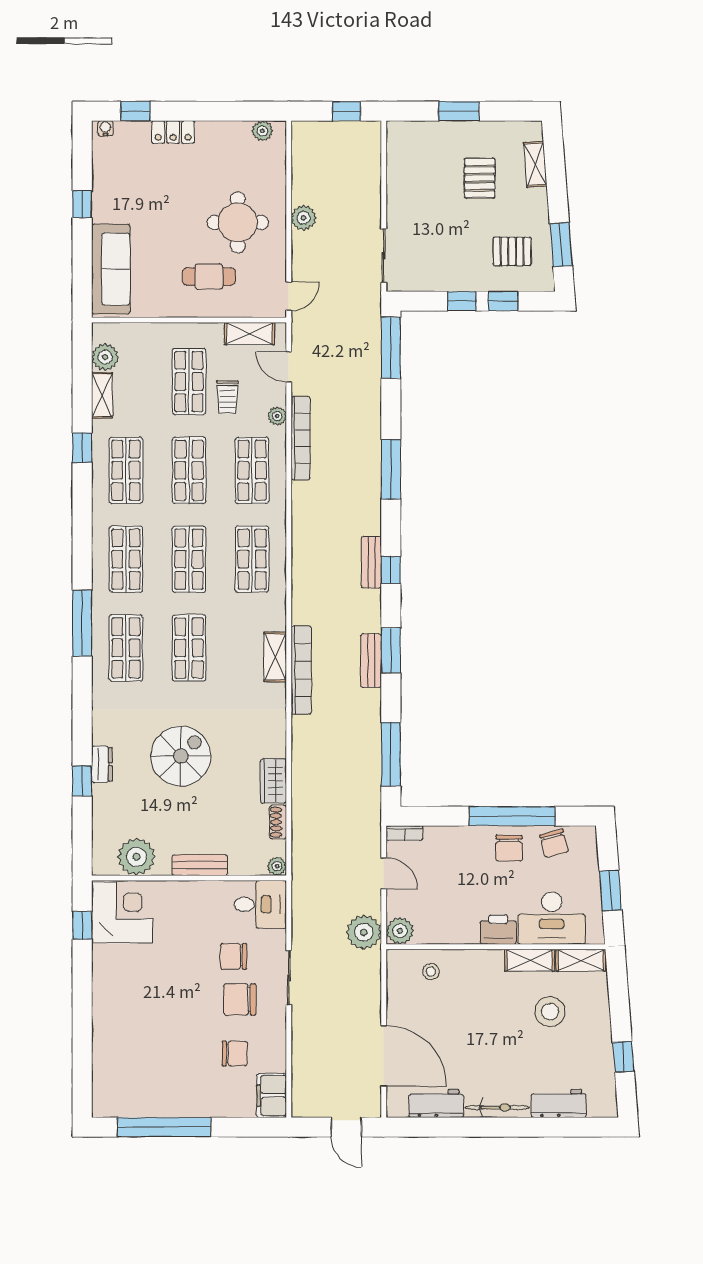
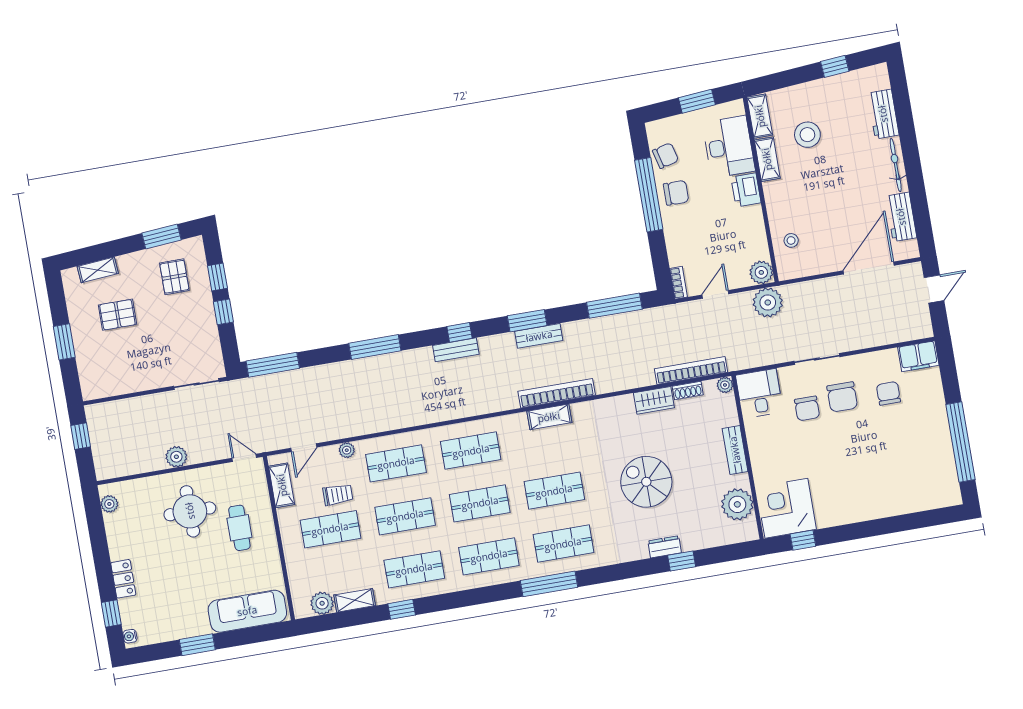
window: (82, 204) -> (197, 645), width x1.50
bookcase: (301, 438) -> (691, 370), moved

